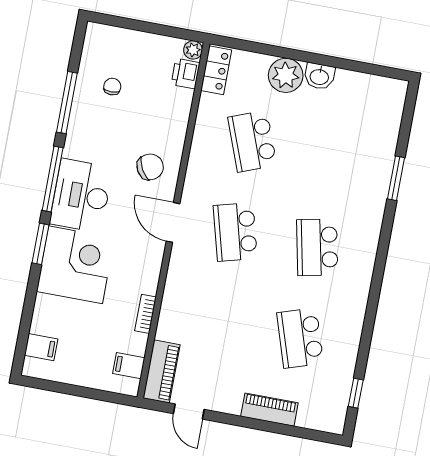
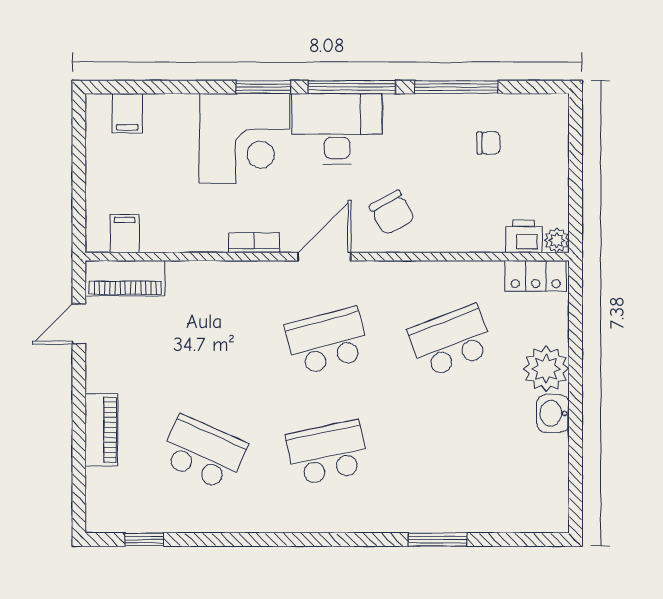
bookcase: (145, 314) -> (254, 243), moved
school desk: (300, 338) -> (203, 453), turned 42

